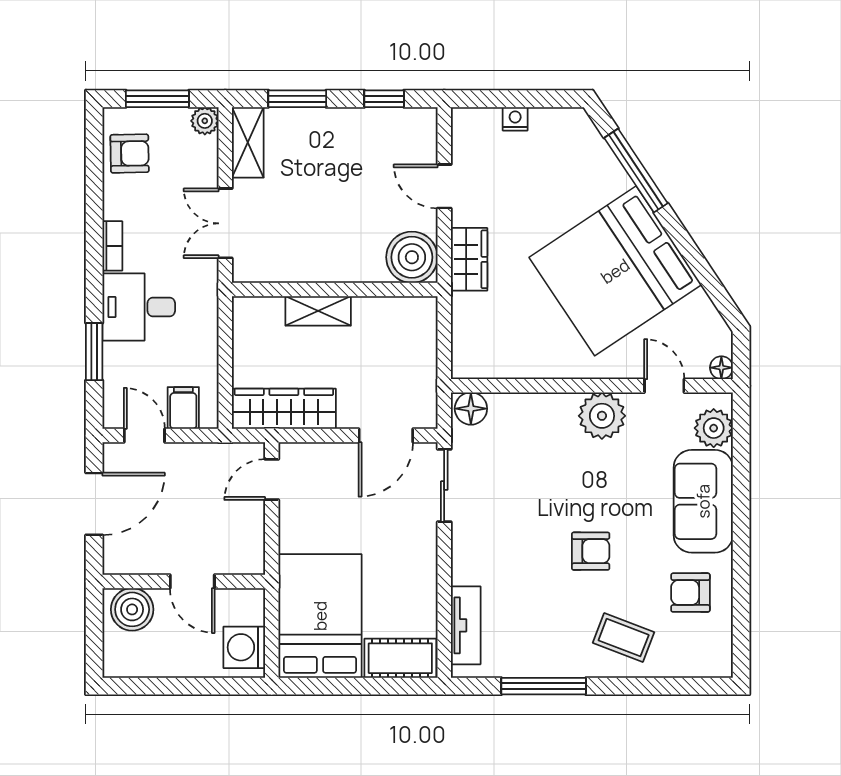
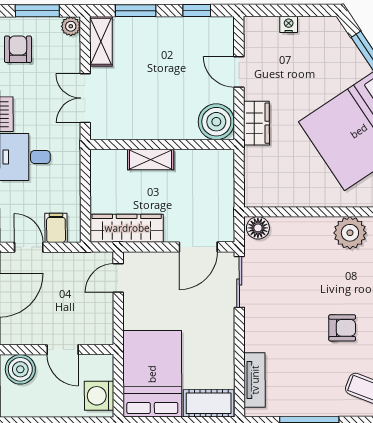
armchair: (130, 153) -> (18, 49), turned -89

